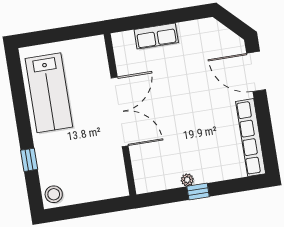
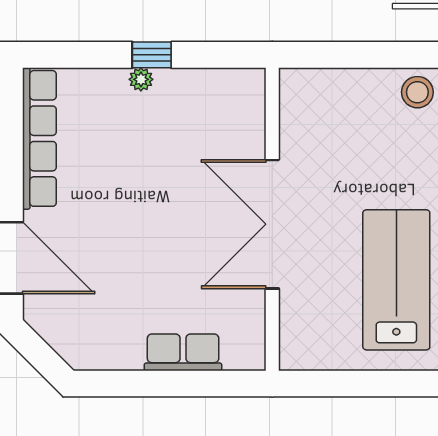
plant: (187, 180) -> (141, 79), moved

